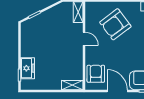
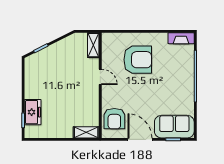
armchair: (115, 24) -> (138, 60), turned -143
armchair: (96, 74) -> (114, 119), turned 180

